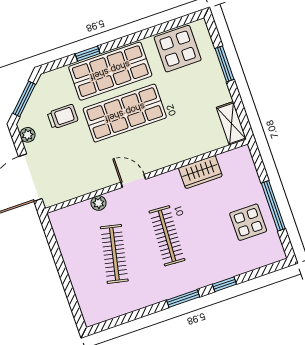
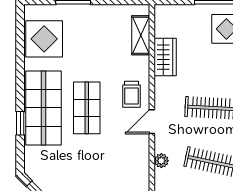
shop shelf: (125, 113) -> (87, 108), width x0.70, depth x0.74
trolley: (63, 117) -> (131, 94), moved, turned 180
shelving: (231, 123) -> (141, 35), moved, turned 90

